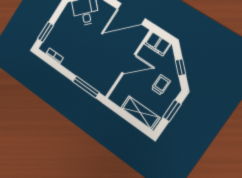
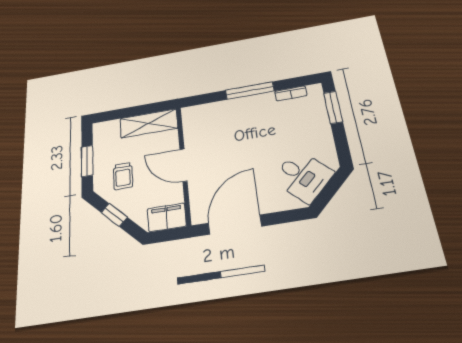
door: (129, 64) -> (183, 165), hinge flipped
window: (86, 87) -> (250, 91), moved
shelving: (140, 113) -> (149, 123), moved

